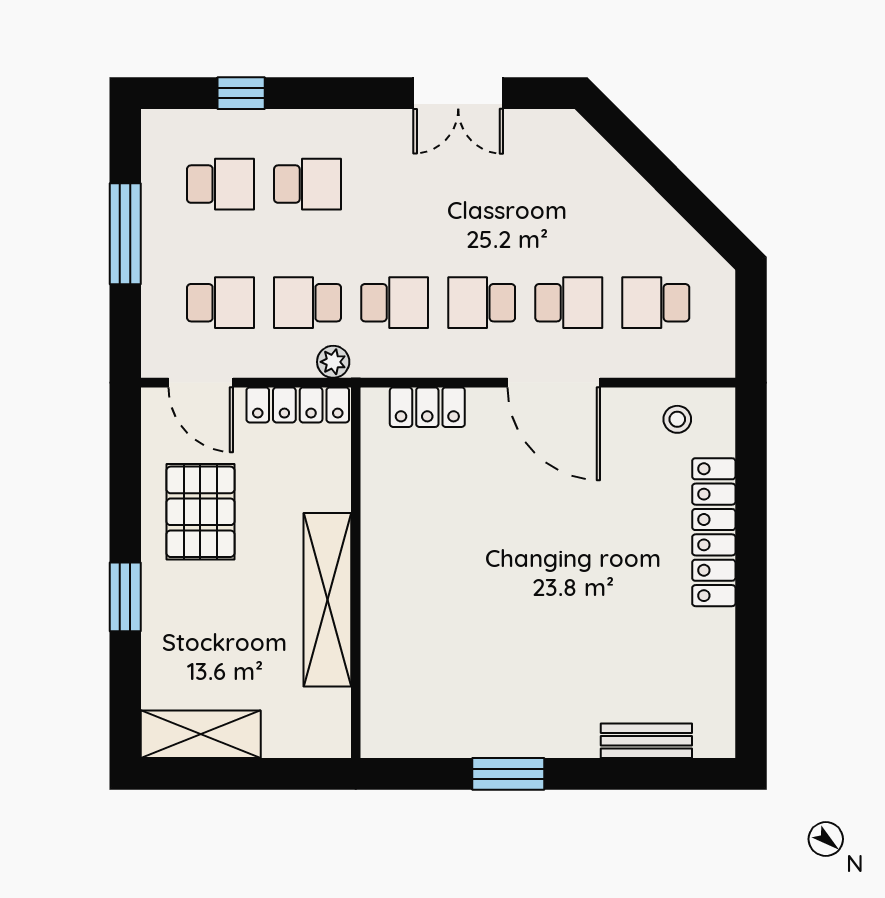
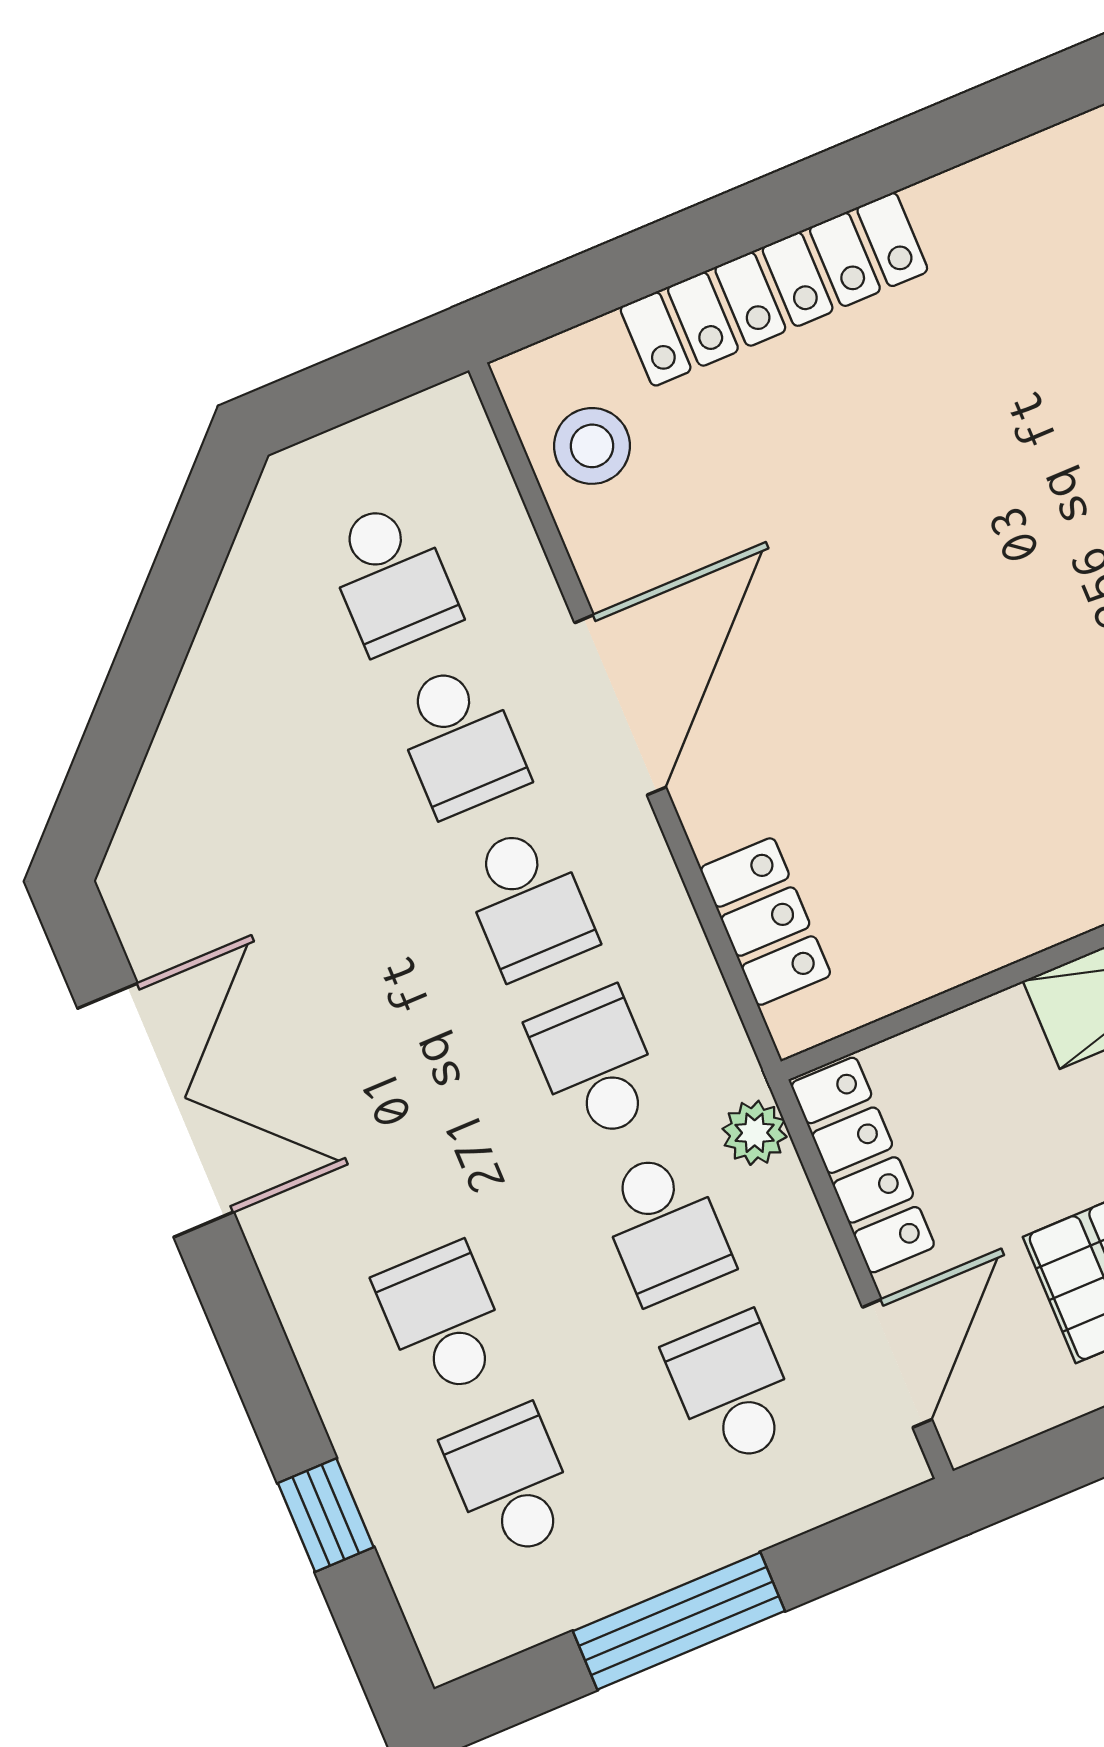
double door: (458, 93) -> (156, 1110), width x1.37
school desk: (569, 303) -> (460, 740), turned 180
stool: (677, 419) -> (592, 446), width x1.37, depth x1.37

